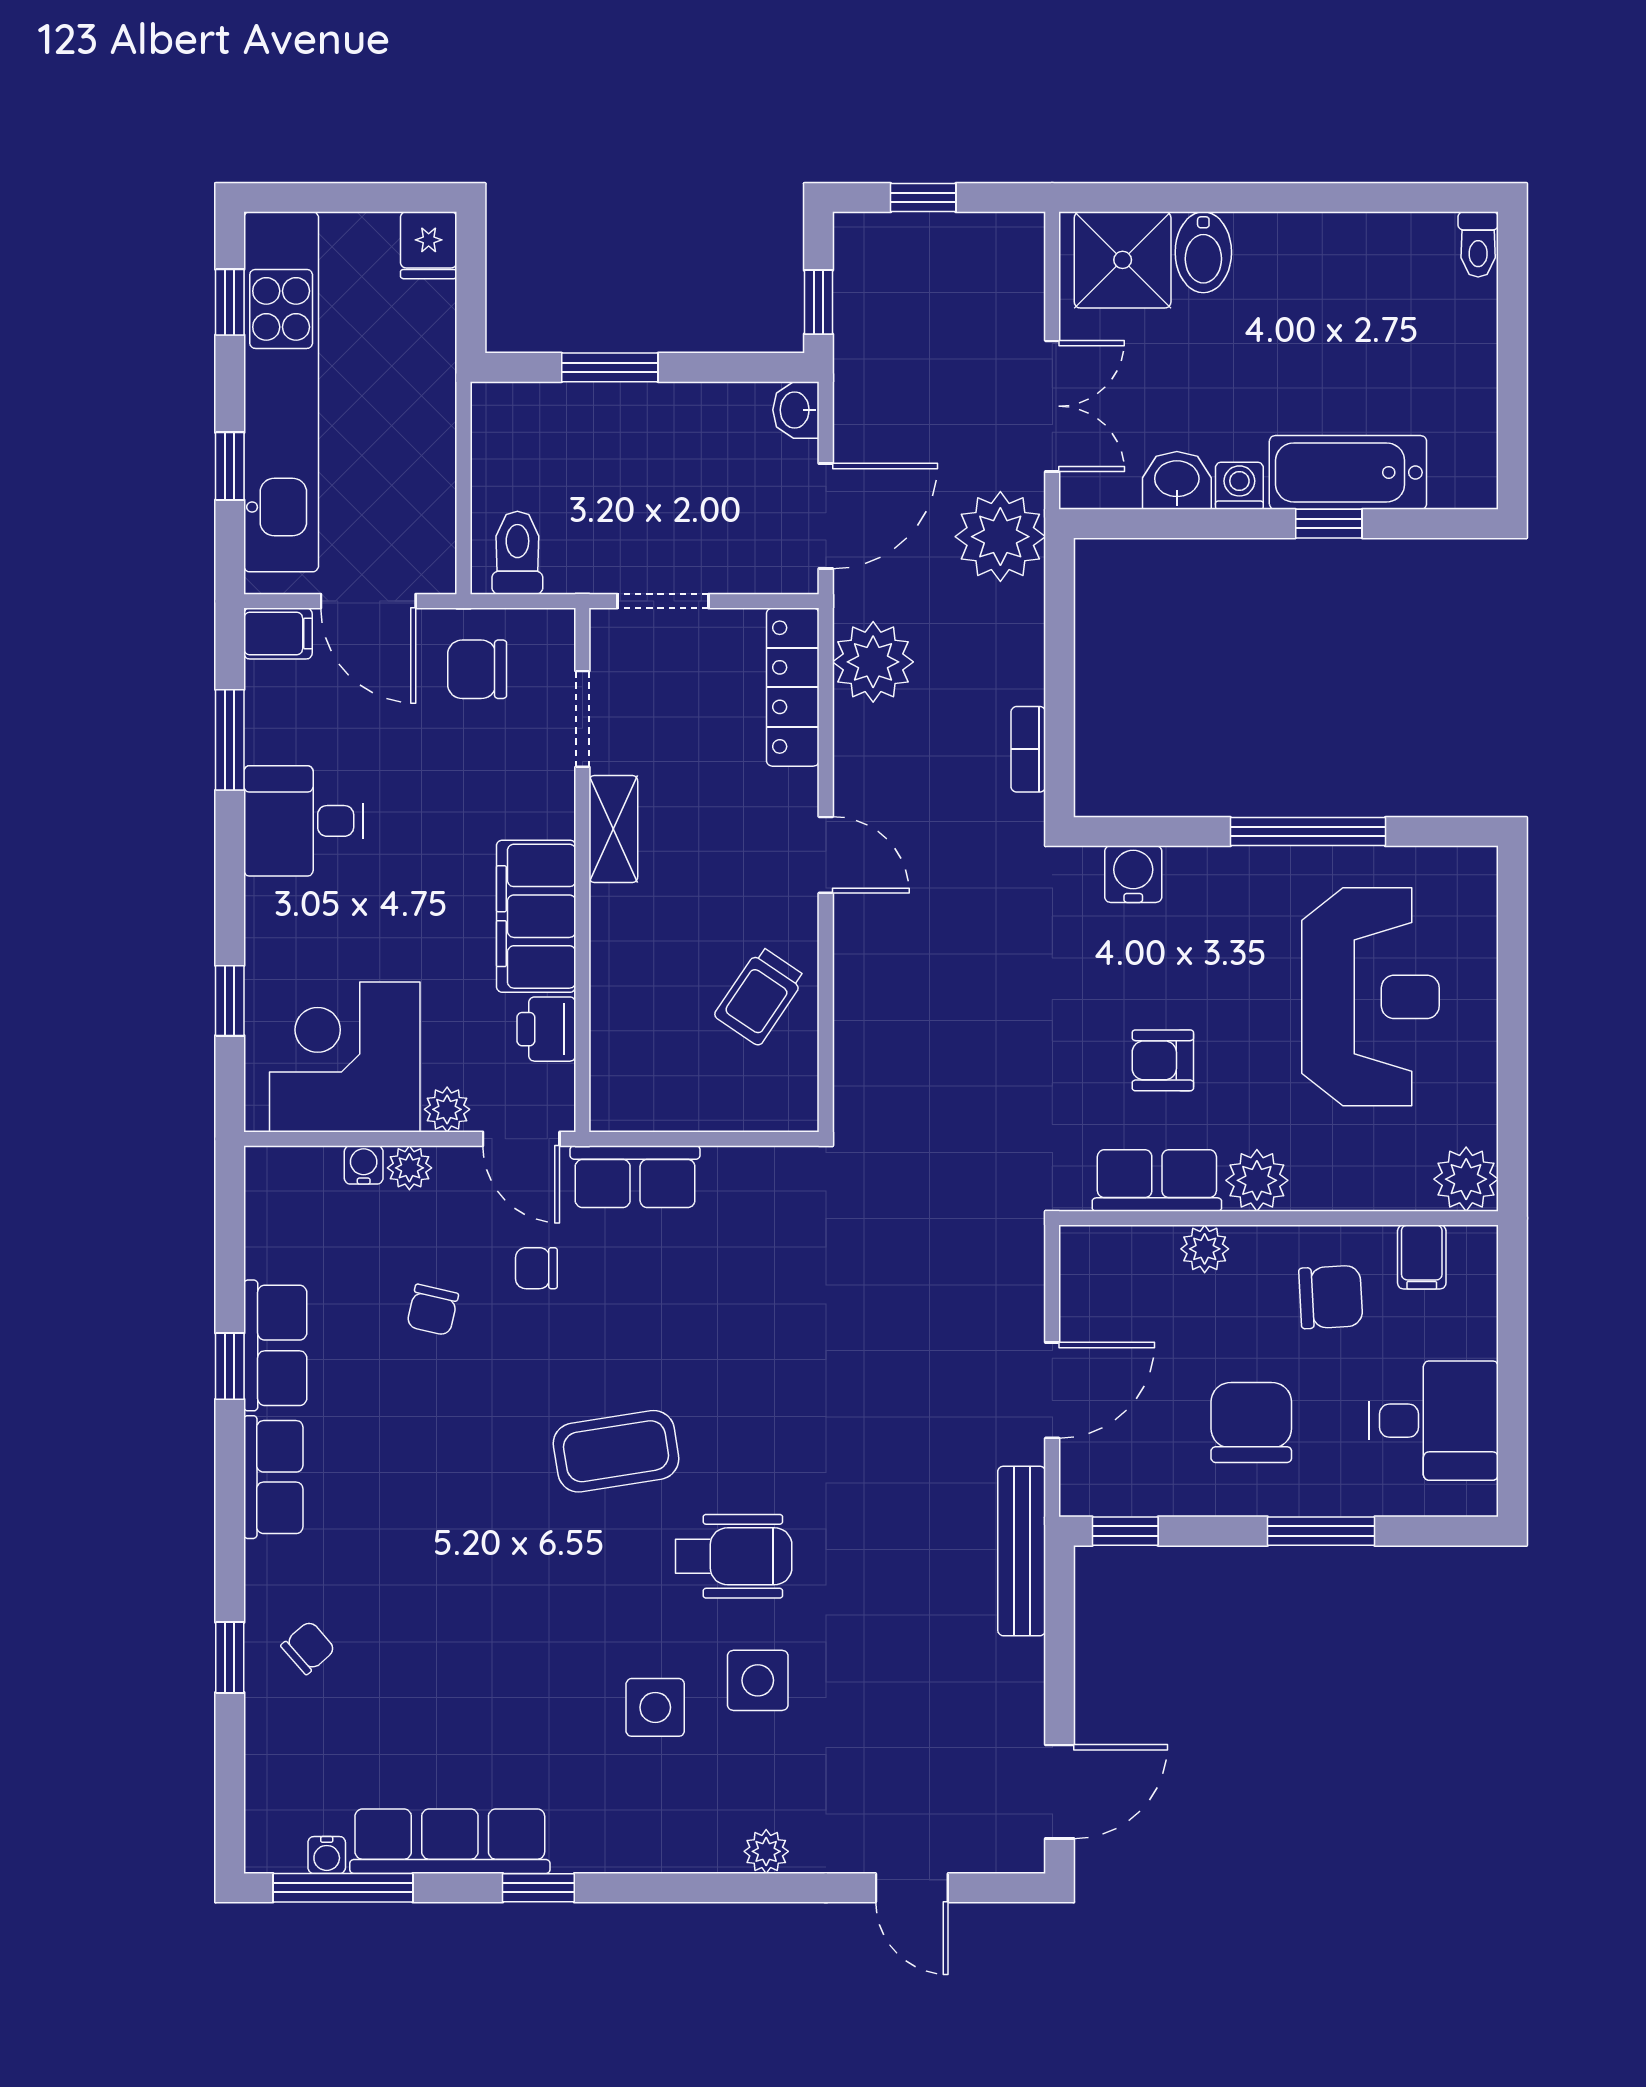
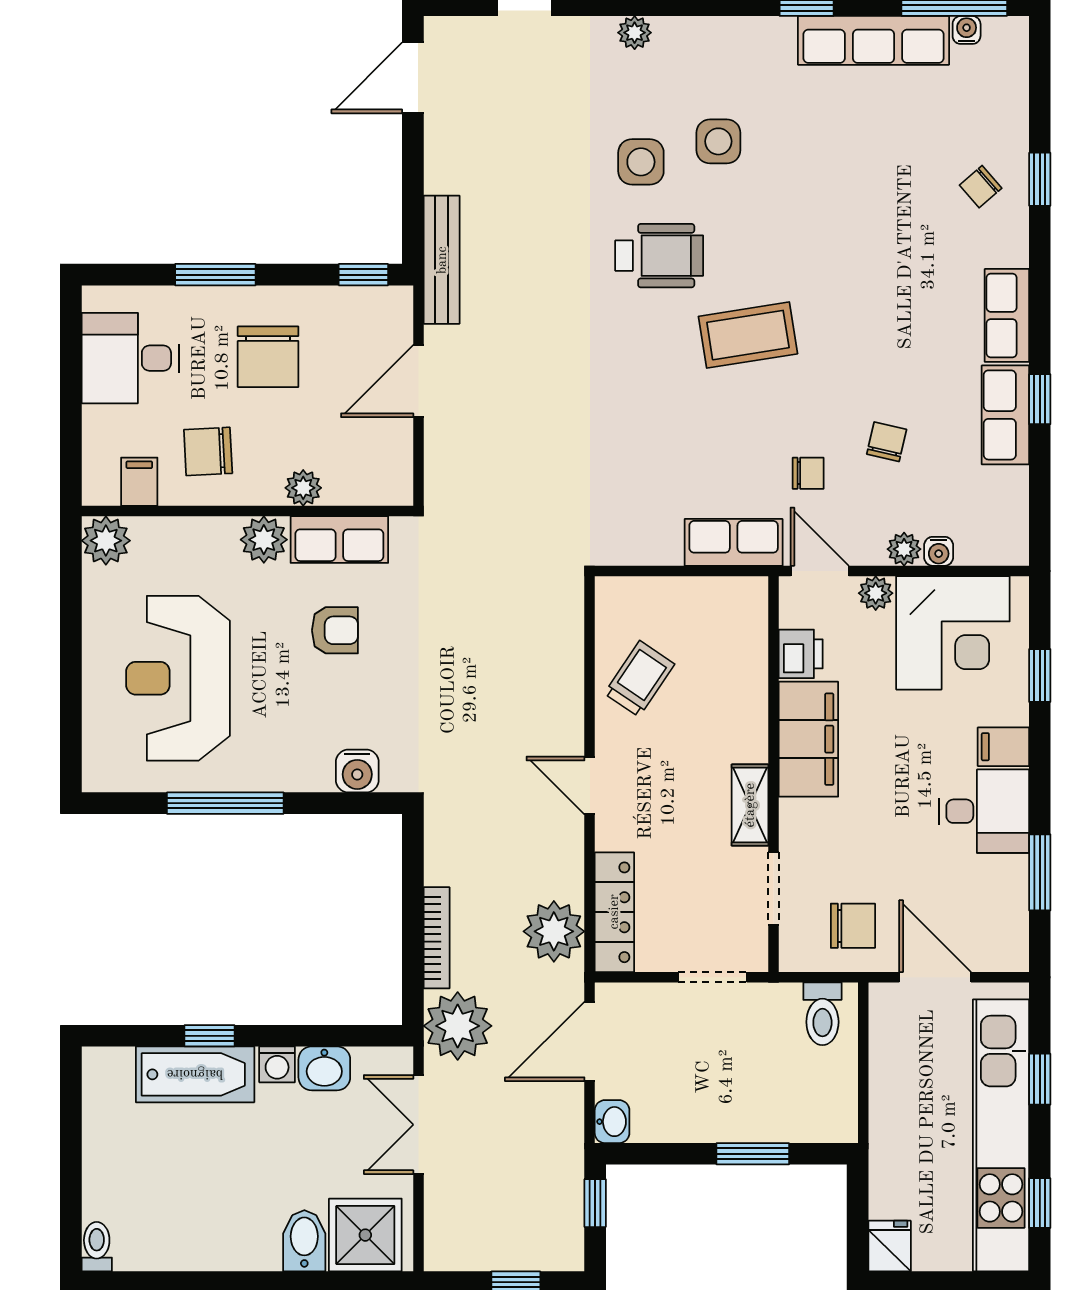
filing cabinet: (278, 633) -> (1003, 747), moved
bookcase: (1028, 749) -> (437, 938), moved, width x1.56
wheelchair: (734, 1556) -> (659, 256), turned 180

